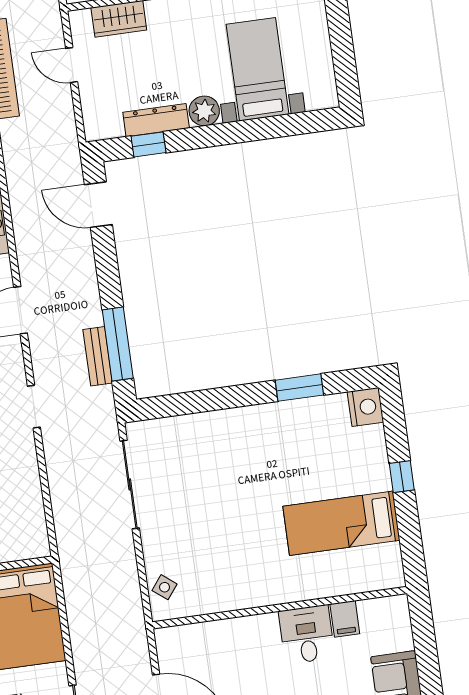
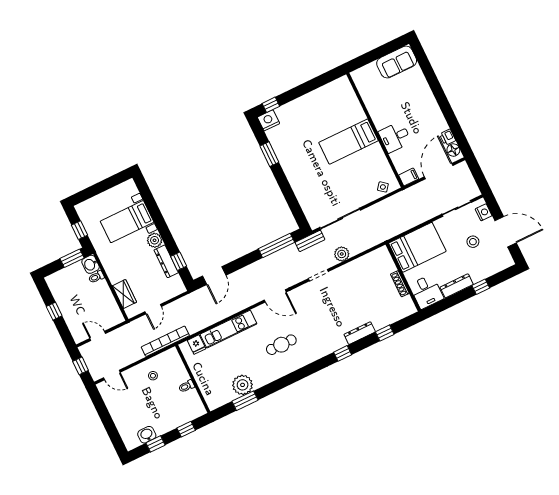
bench: (98, 356) -> (310, 241), moved
plant: (60, 465) -> (342, 254), added
window: (402, 477) -> (271, 105), moved
bed: (341, 523) -> (349, 142), moved, turned 90
filing cabinet: (345, 619) -> (409, 177), moved
desk: (307, 634) -> (395, 137), moved

